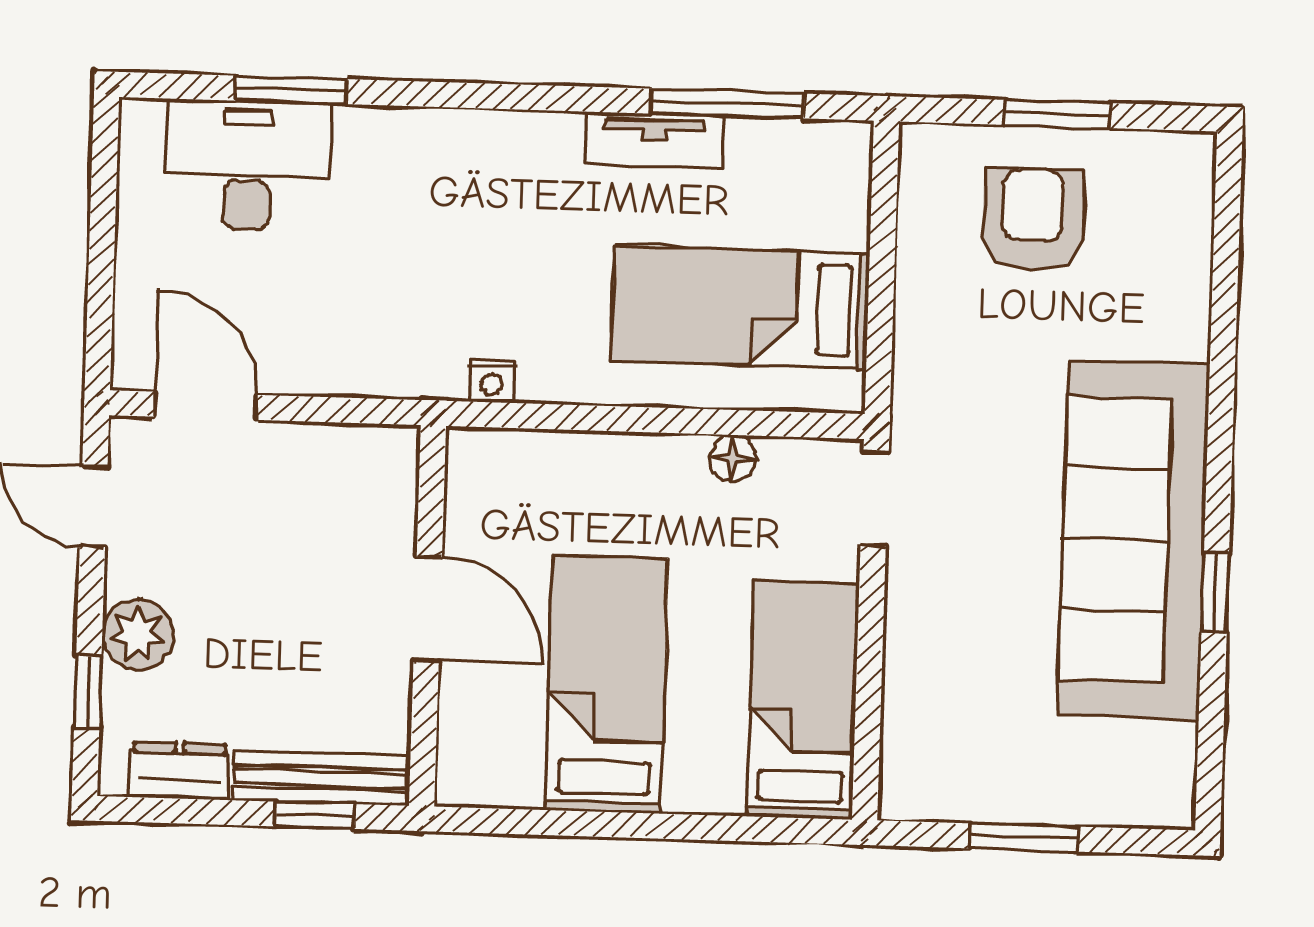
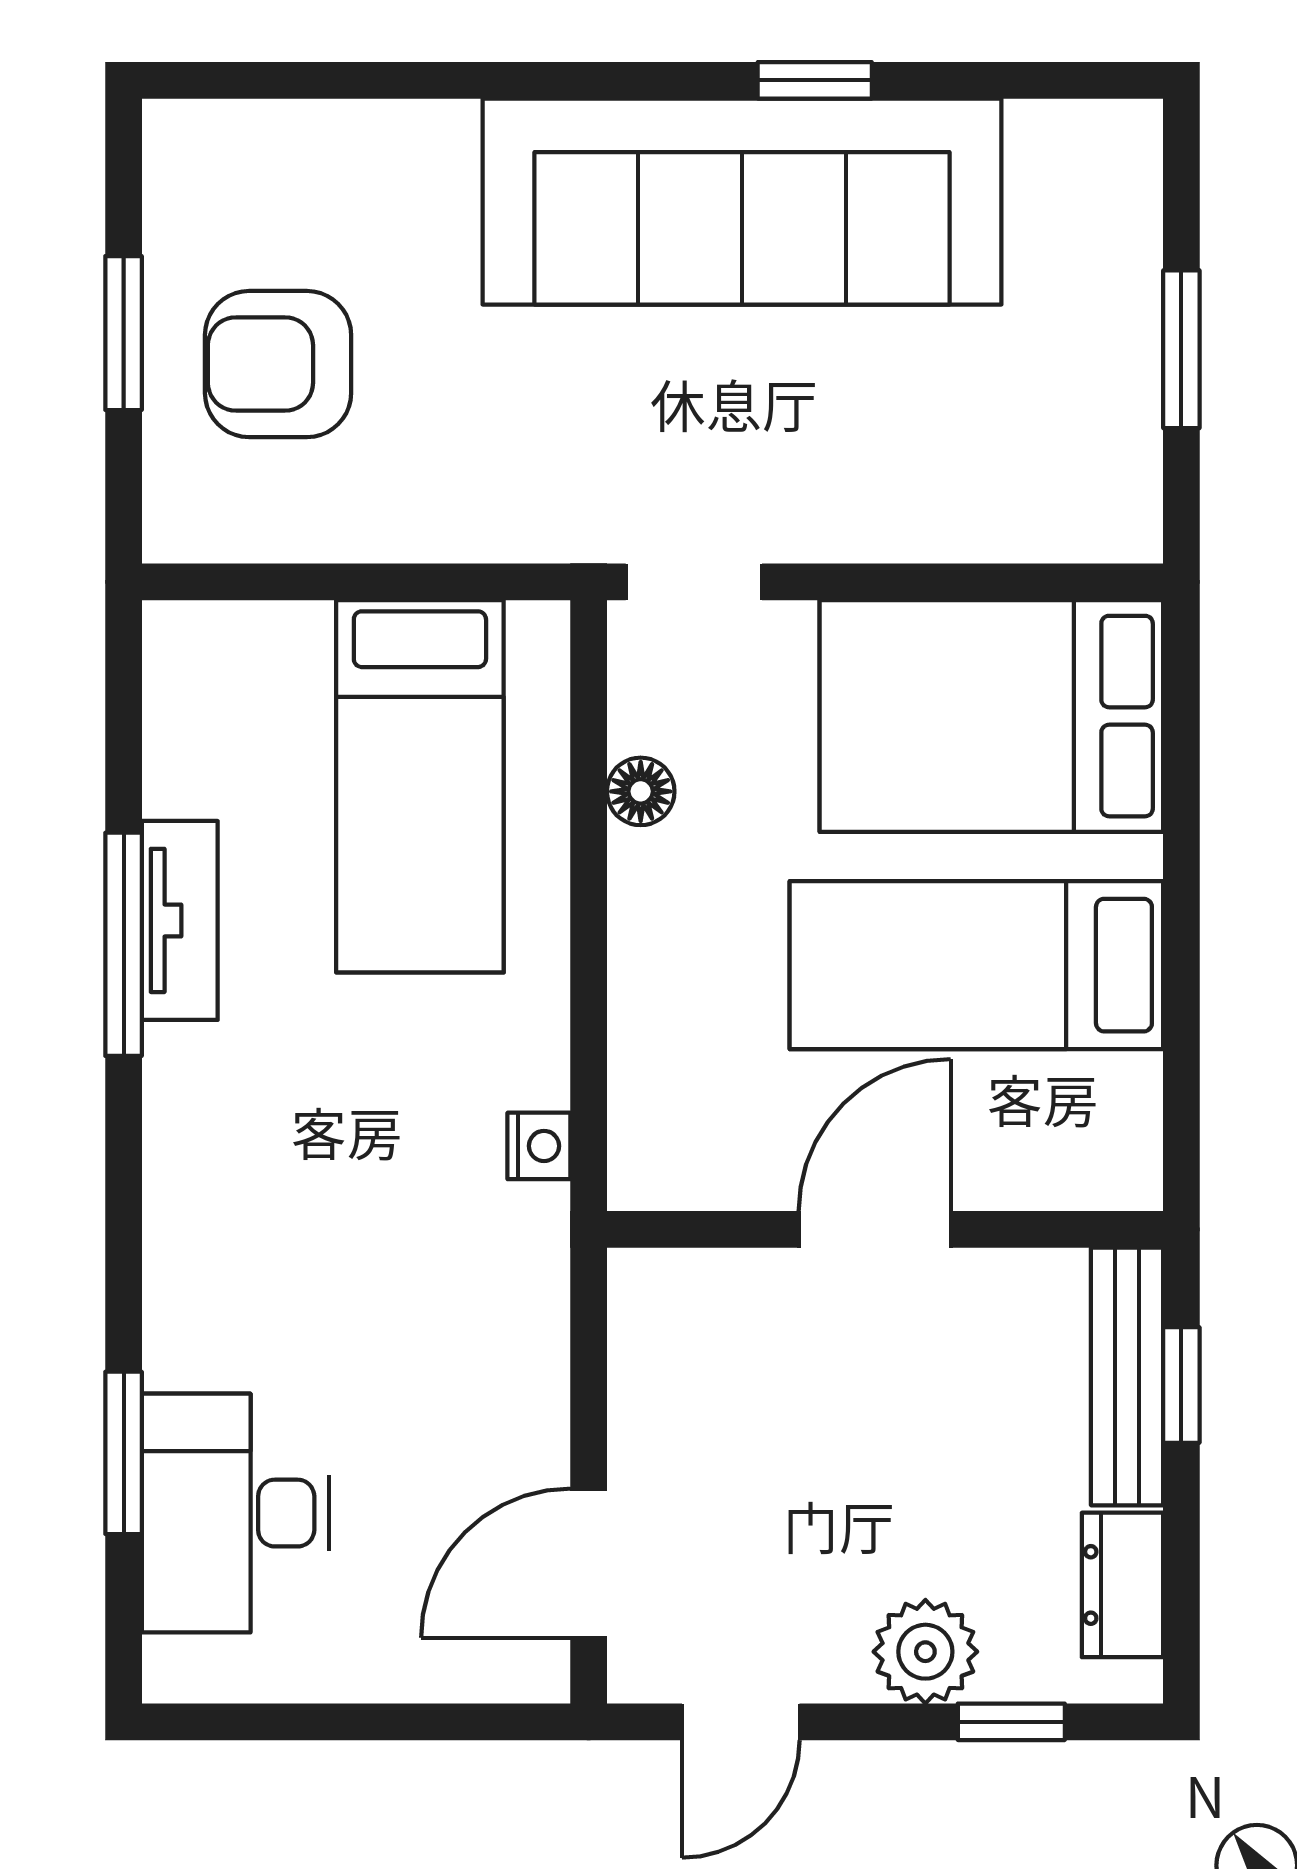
window: (728, 104) -> (124, 944), moved
bed: (803, 700) -> (991, 716), width x1.50

